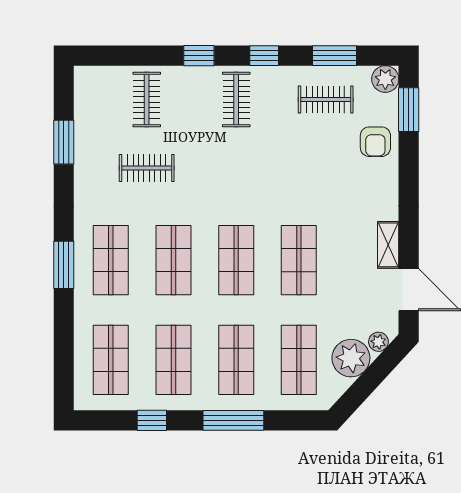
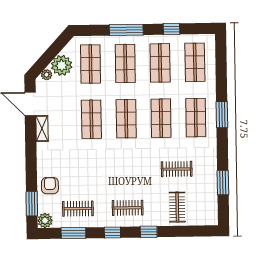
clothes rail: (236, 100) -> (128, 208), turned 90

